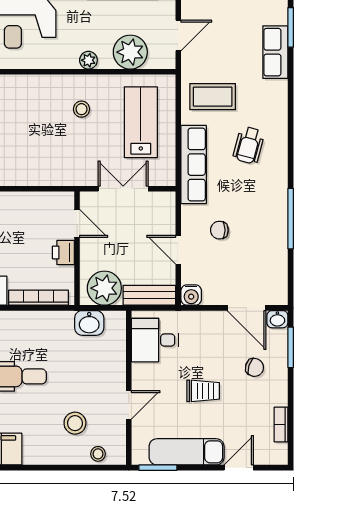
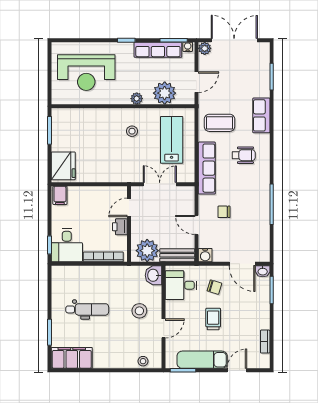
row of seats: (275, 52) -> (261, 115), moved
wheelchair: (249, 145) -> (244, 155), turned -105
door: (77, 223) -> (129, 207), swing flipped
washbasin: (89, 323) -> (154, 275), moved, turned 90
chair: (254, 367) -> (214, 287), moved
trolley: (203, 391) -> (213, 319), turned -90
stool: (75, 423) -> (139, 311), moved

